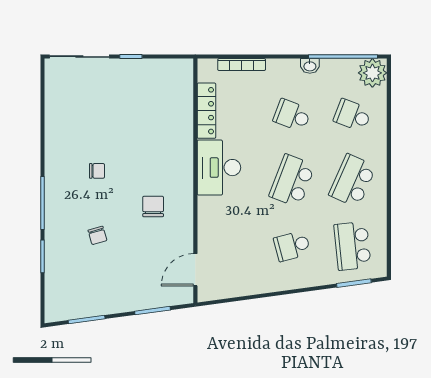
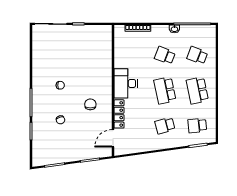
plant: (372, 73) -> (208, 33), removed
locker: (206, 111) -> (119, 114), moved
school desk: (292, 181) -> (165, 90), turned -33
school desk: (352, 181) -> (197, 90), turned -36
school desk: (352, 246) -> (197, 126), width x0.54

